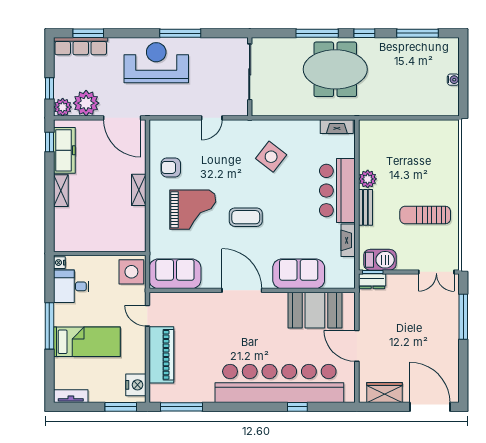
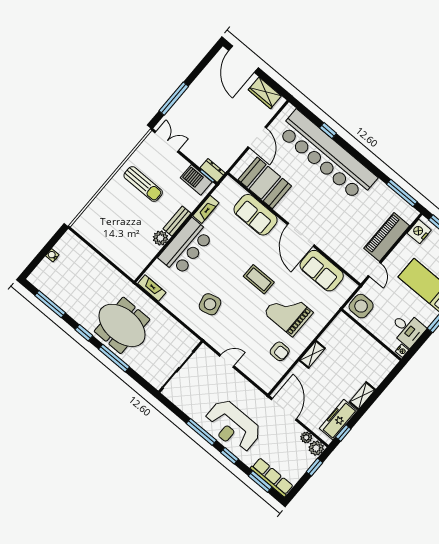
window: (136, 33) -> (230, 456), added
plant: (86, 103) -> (306, 437), width x0.53, depth x0.53
side table: (271, 157) -> (210, 304), turned 38
sofa: (175, 274) -> (322, 271), moved

